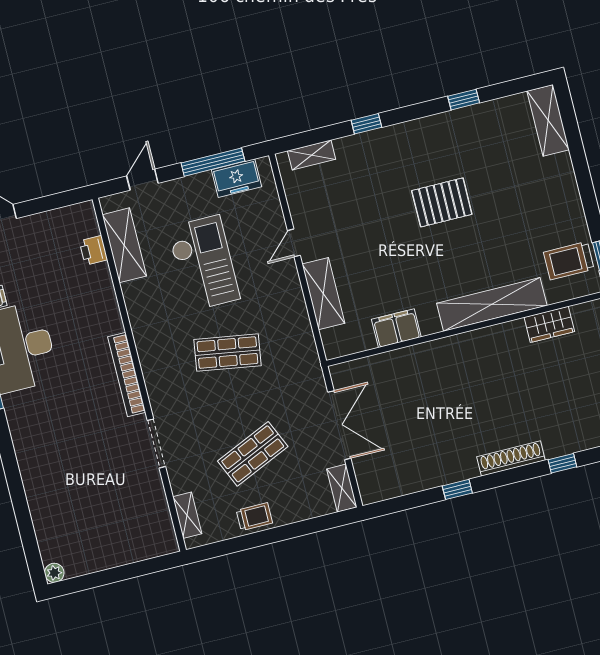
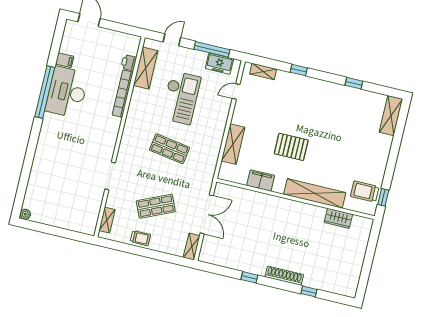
pallet: (442, 202) -> (291, 147), moved
door: (294, 243) -> (236, 92), moved
bookcase: (127, 375) -> (123, 94), moved

